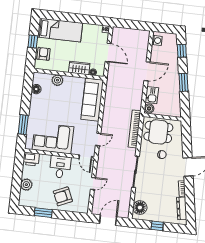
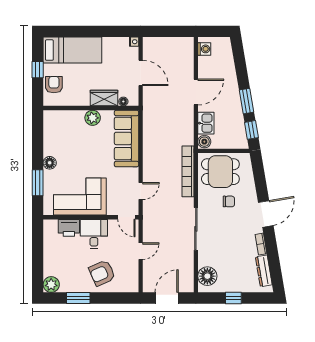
window: (182, 51) -> (251, 130), moved
plant: (57, 80) -> (93, 118), moved
floor lamp: (36, 89) -> (50, 163), moved
printer: (31, 159) -> (69, 228), moved
plant: (26, 185) -> (51, 285), moved

